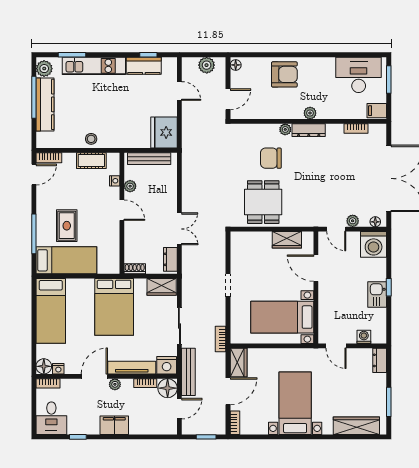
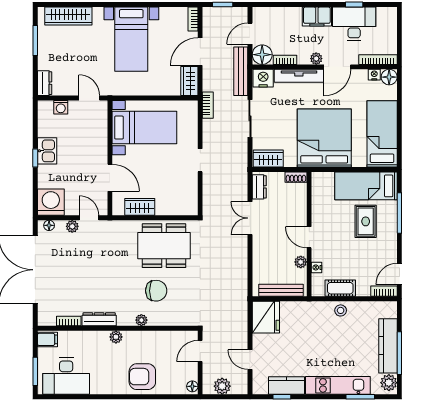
dresser: (309, 130) -> (99, 319), moved
dining table: (263, 202) -> (164, 246), width x1.38
bed: (114, 307) -> (324, 138), width x1.36
bookcase: (48, 383) -> (378, 60), width x1.56
desk: (51, 418) -> (354, 24), moved, width x1.37

